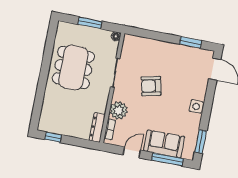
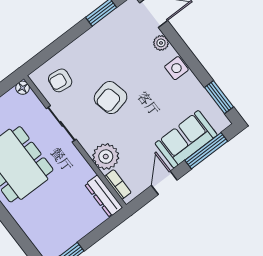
armchair: (137, 52) -> (60, 80), added
plant: (202, 87) -> (161, 43), added

